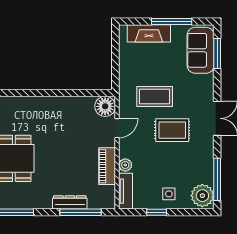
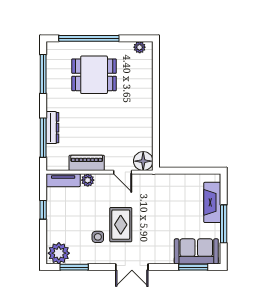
coffee table: (155, 96) -> (153, 208), removed
window: (217, 179) -> (74, 267), width x0.69
side table: (169, 194) -> (98, 237), moved

